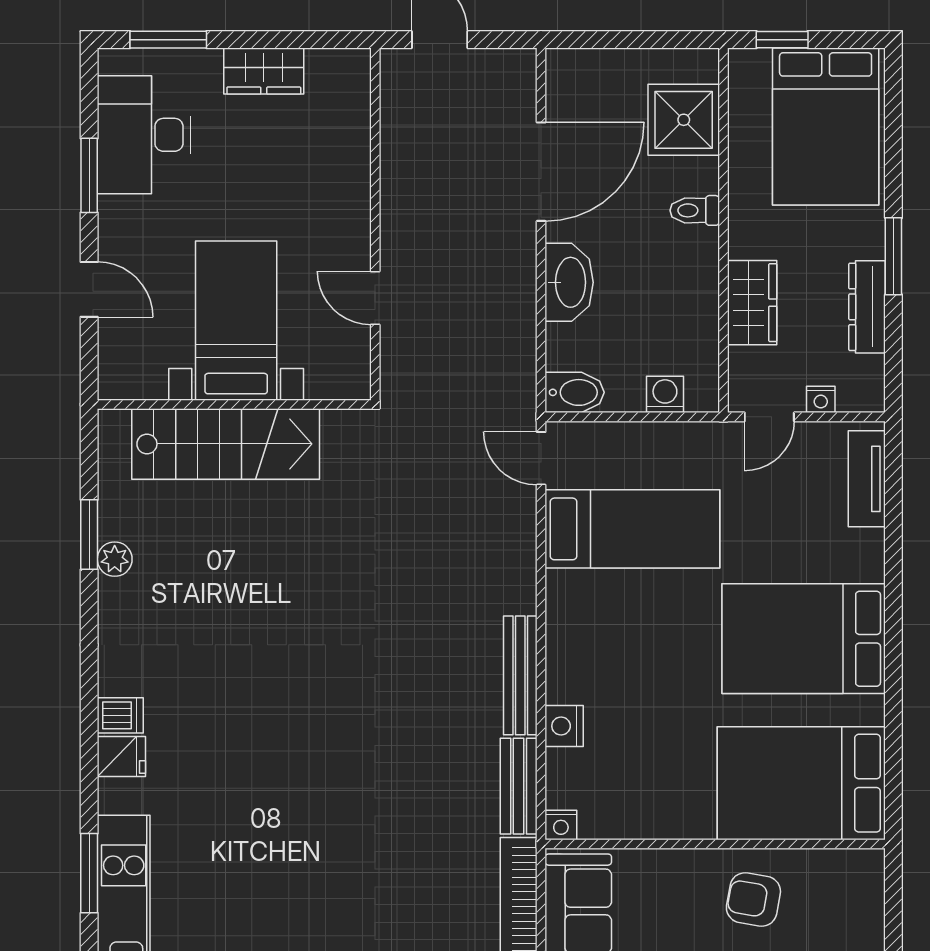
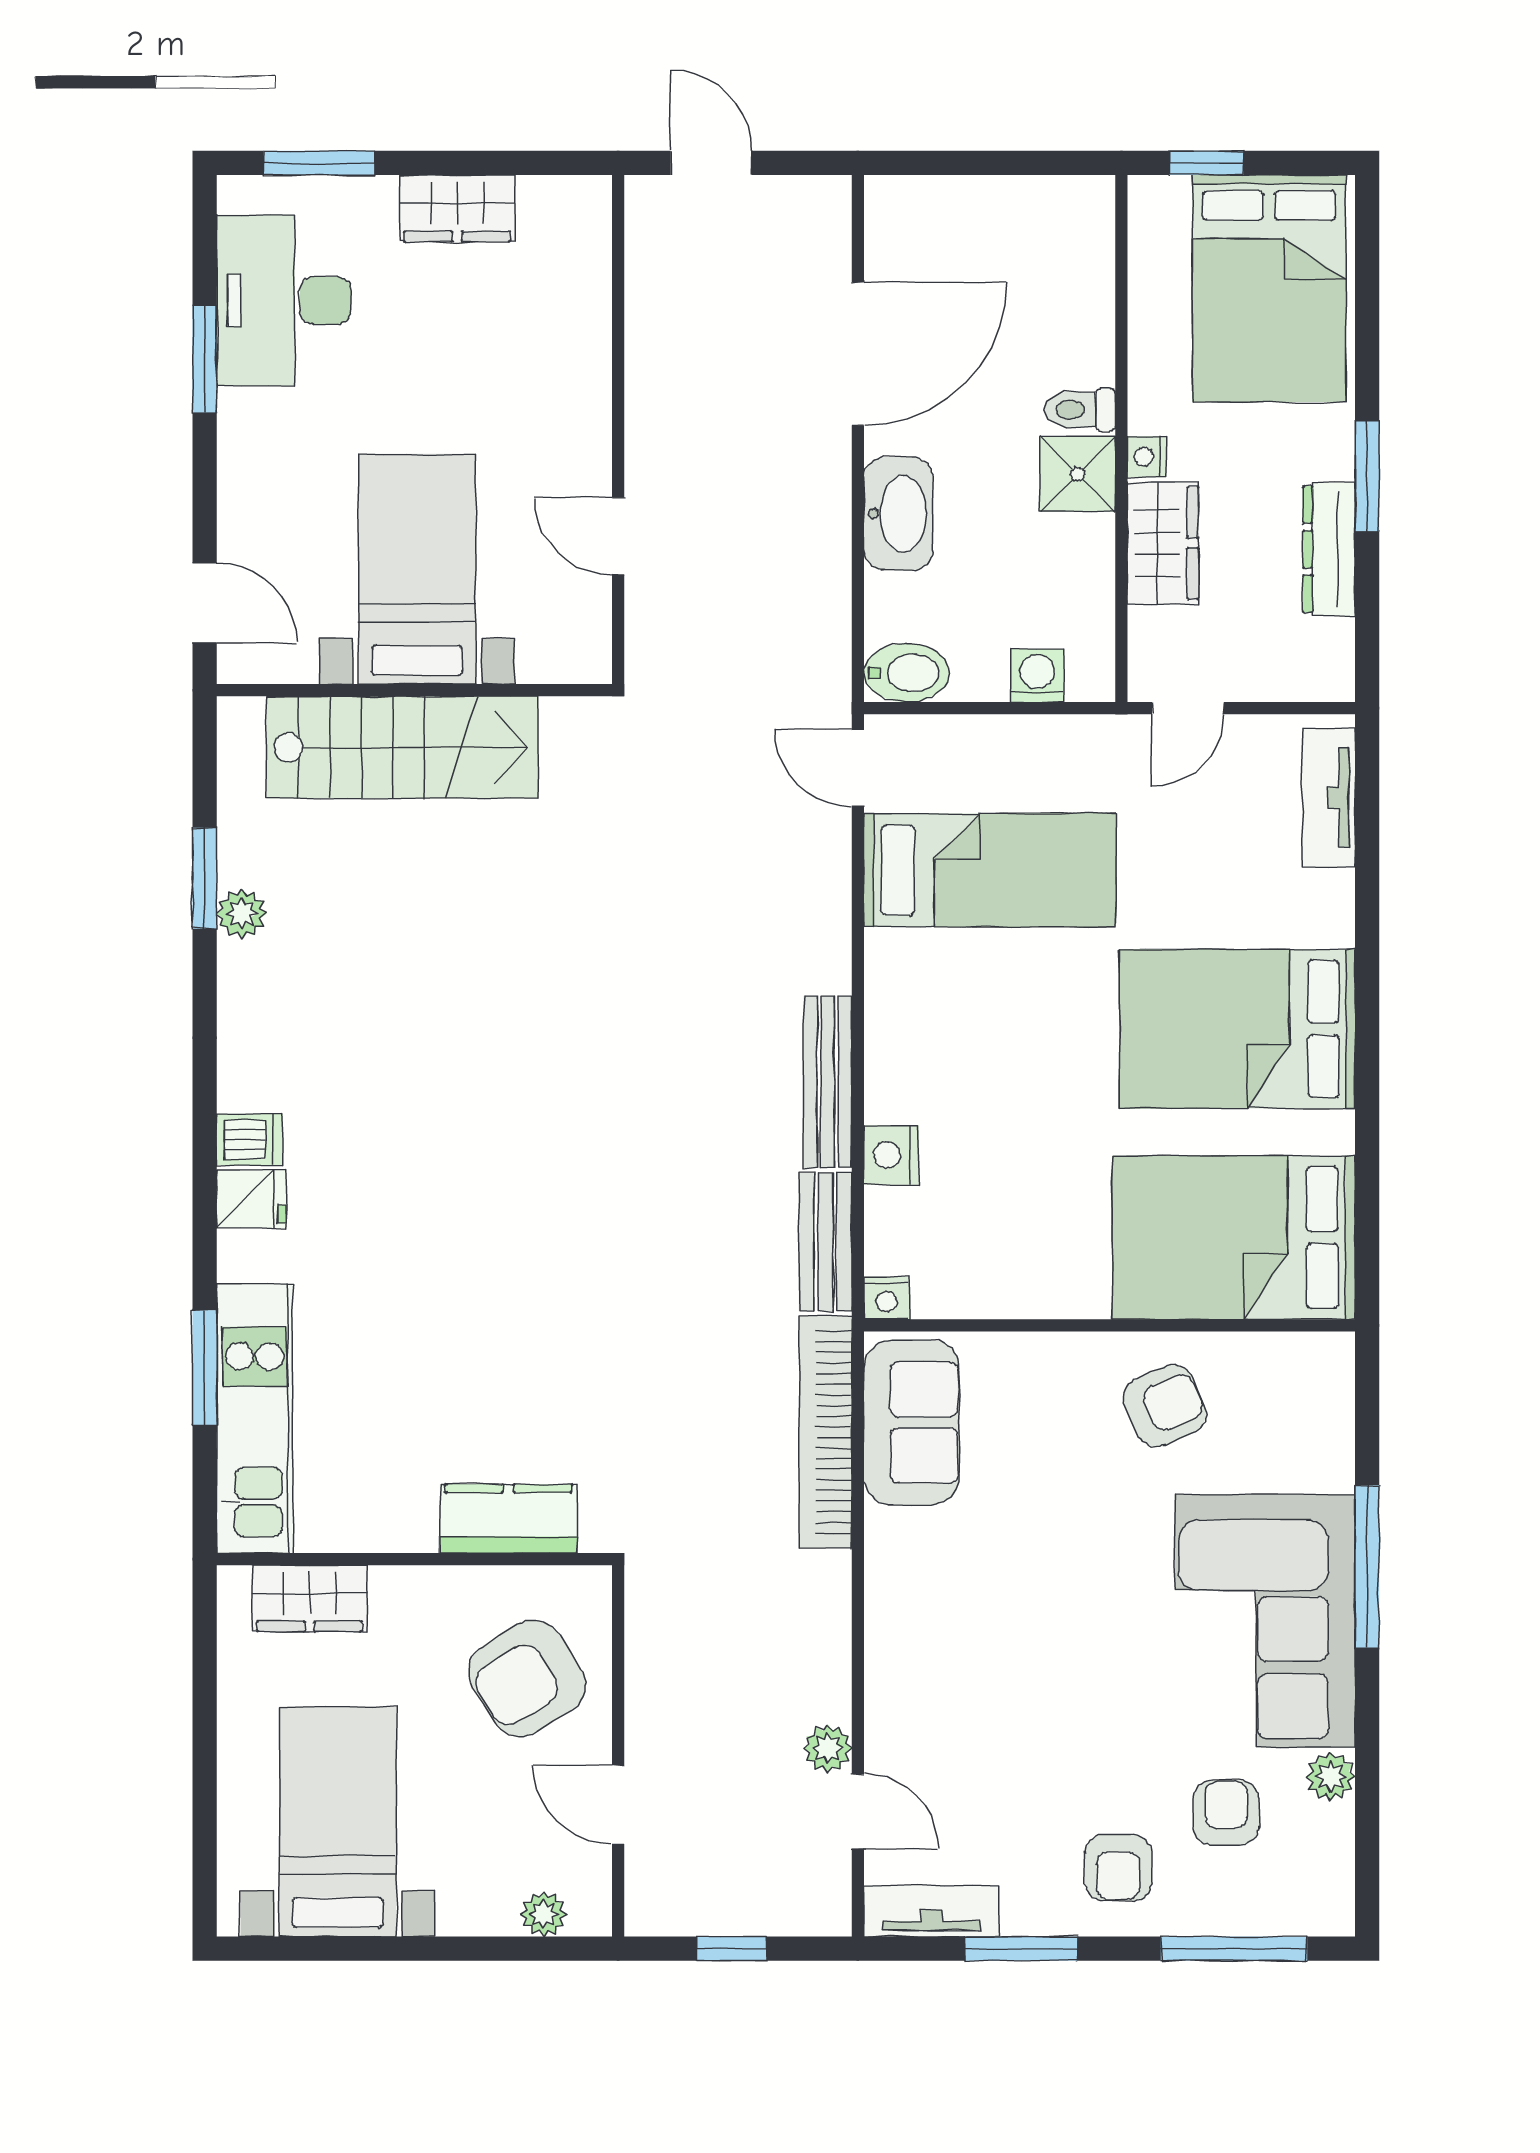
shower: (684, 120) -> (1078, 474), moved, width x0.73, depth x0.73
door: (89, 289) -> (205, 603), moved
nightstand: (821, 399) -> (1147, 457), moved, turned 90
armchair: (753, 899) -> (1165, 1406), turned 147

